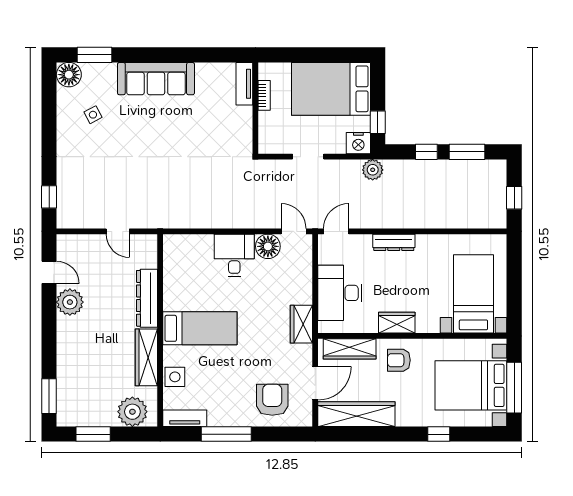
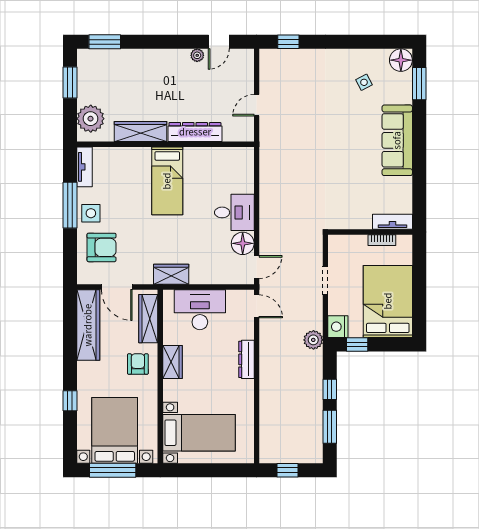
plant: (70, 302) -> (197, 55), width x0.53, depth x0.53
side table: (175, 377) -> (91, 213), moved

